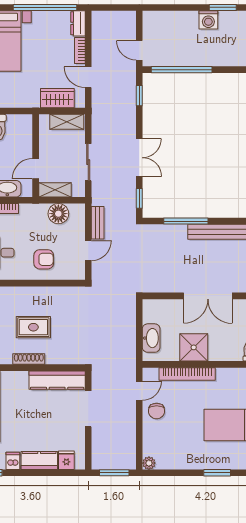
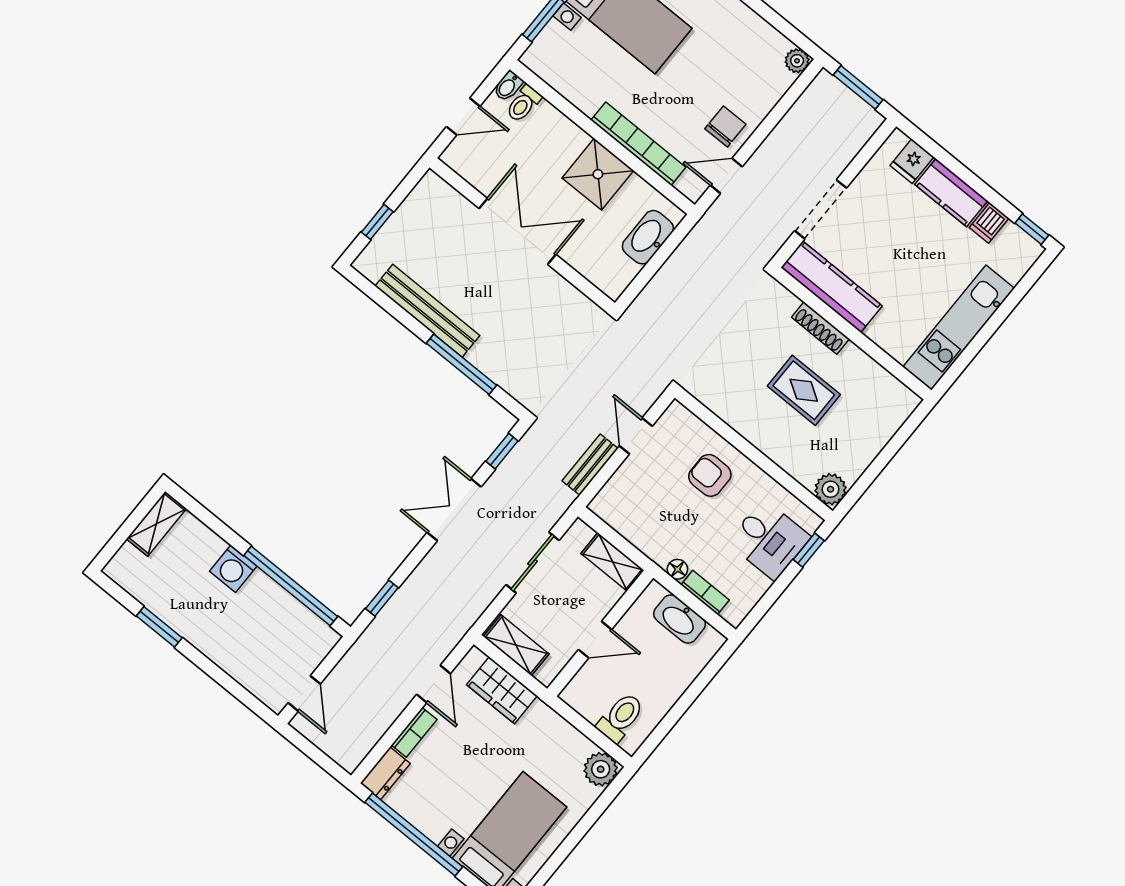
washing machine: (208, 20) -> (233, 569), moved, turned 180
door: (139, 50) -> (304, 693), moved
door: (36, 169) -> (595, 640), moved
floor lamp: (58, 214) -> (677, 569), moved, width x0.53, depth x0.53
door: (88, 251) -> (636, 436), hinge flipped
shoe rack: (29, 359) -> (820, 328), moved

